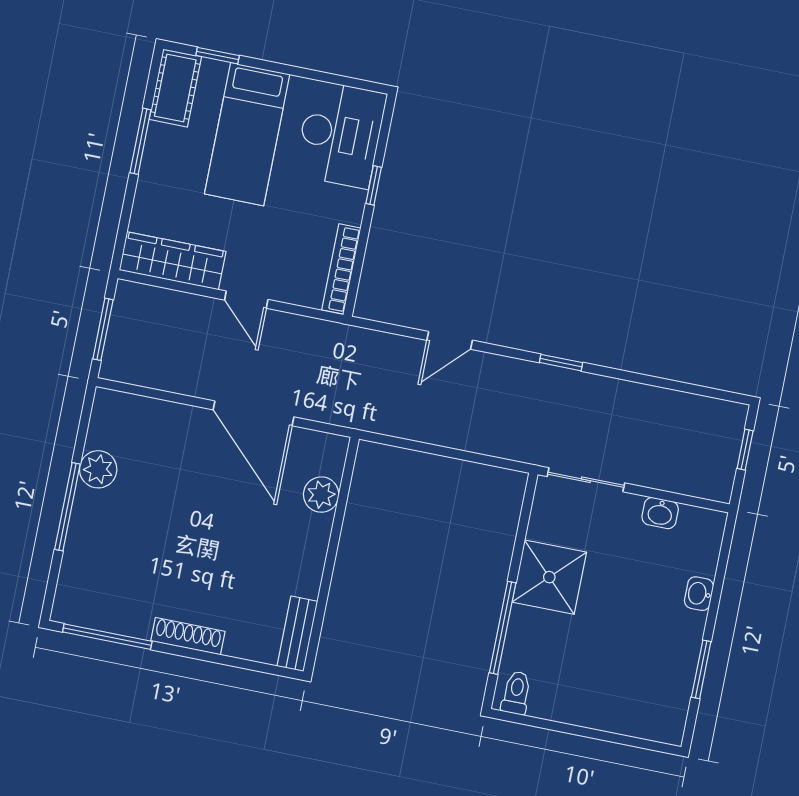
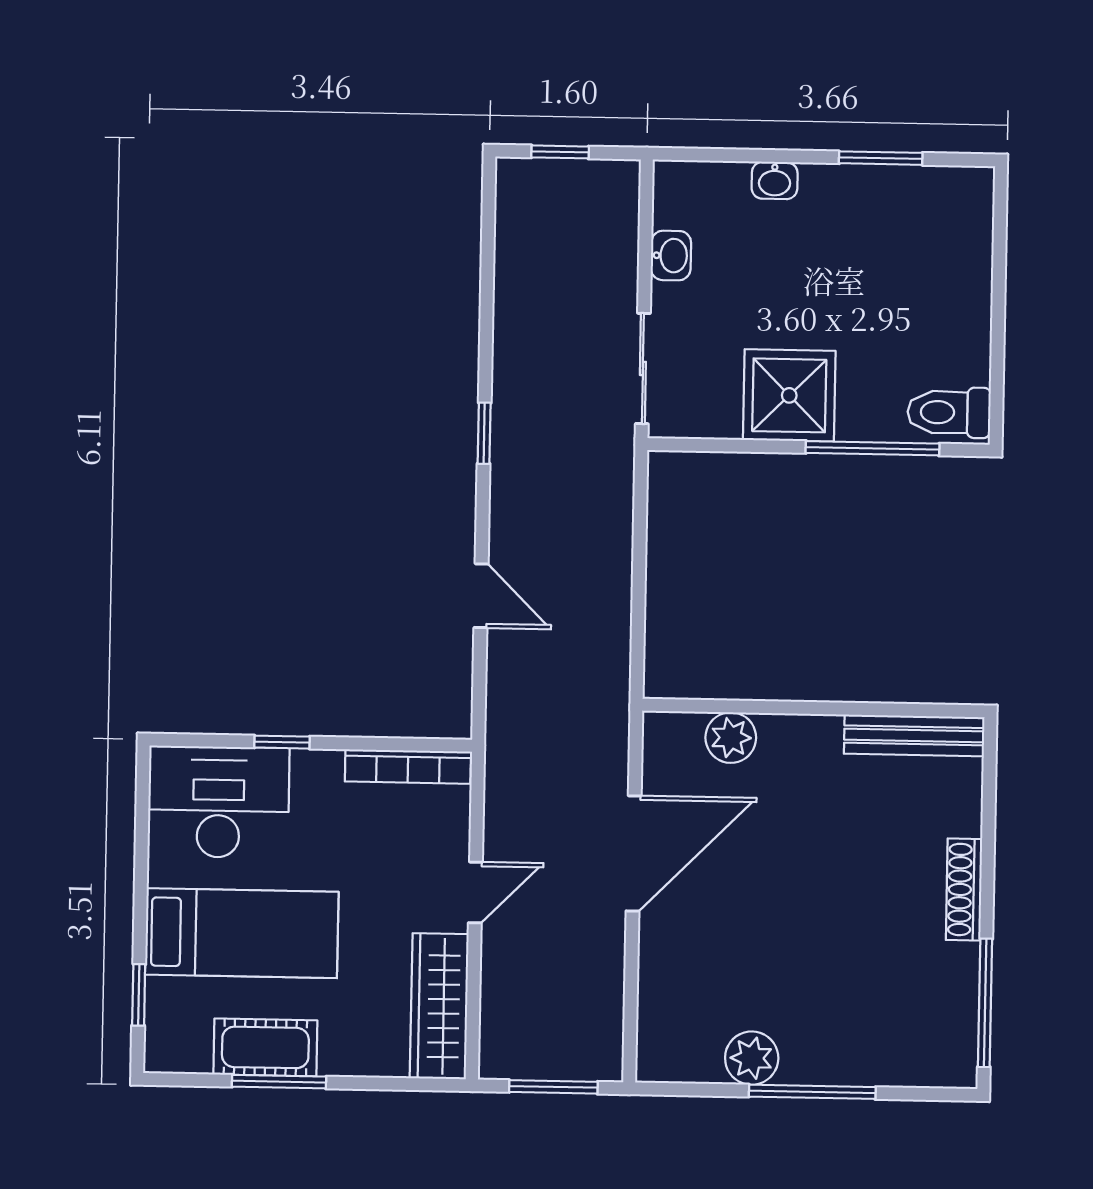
cot: (175, 88) -> (265, 1047), moved
bench: (297, 634) -> (914, 735), width x1.36
toilet: (516, 693) -> (949, 412), width x1.37, depth x1.39

